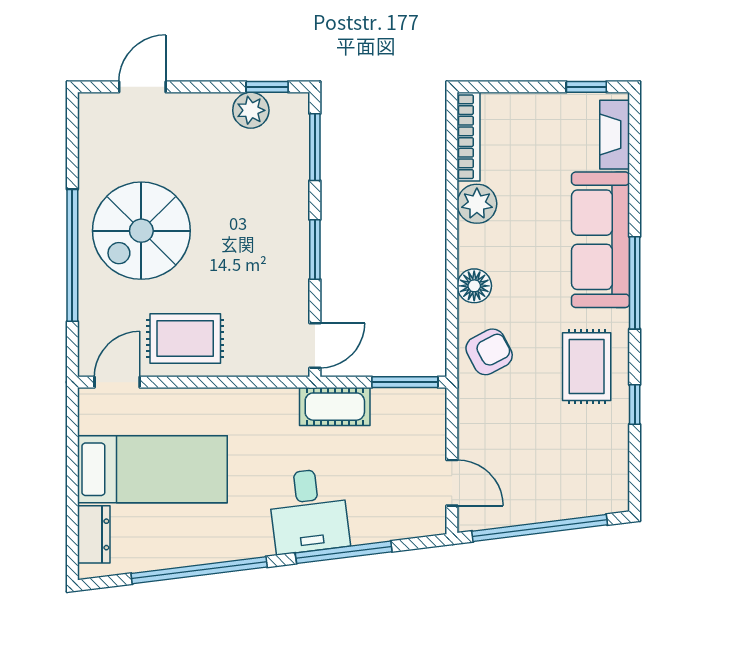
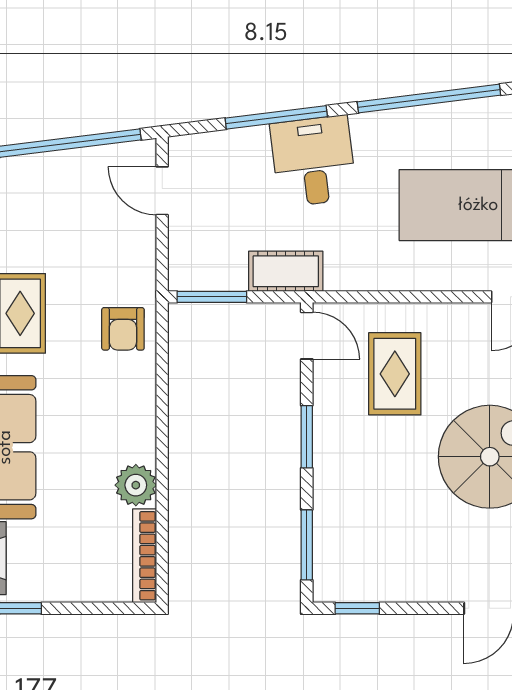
plant: (251, 110) -> (374, 584), removed
floor lamp: (474, 286) -> (139, 399), removed
rug: (185, 339) -> (395, 374), moved, turned 90
door: (315, 345) -> (307, 336), swing flipped
armchair: (489, 352) -> (123, 329), turned -62

